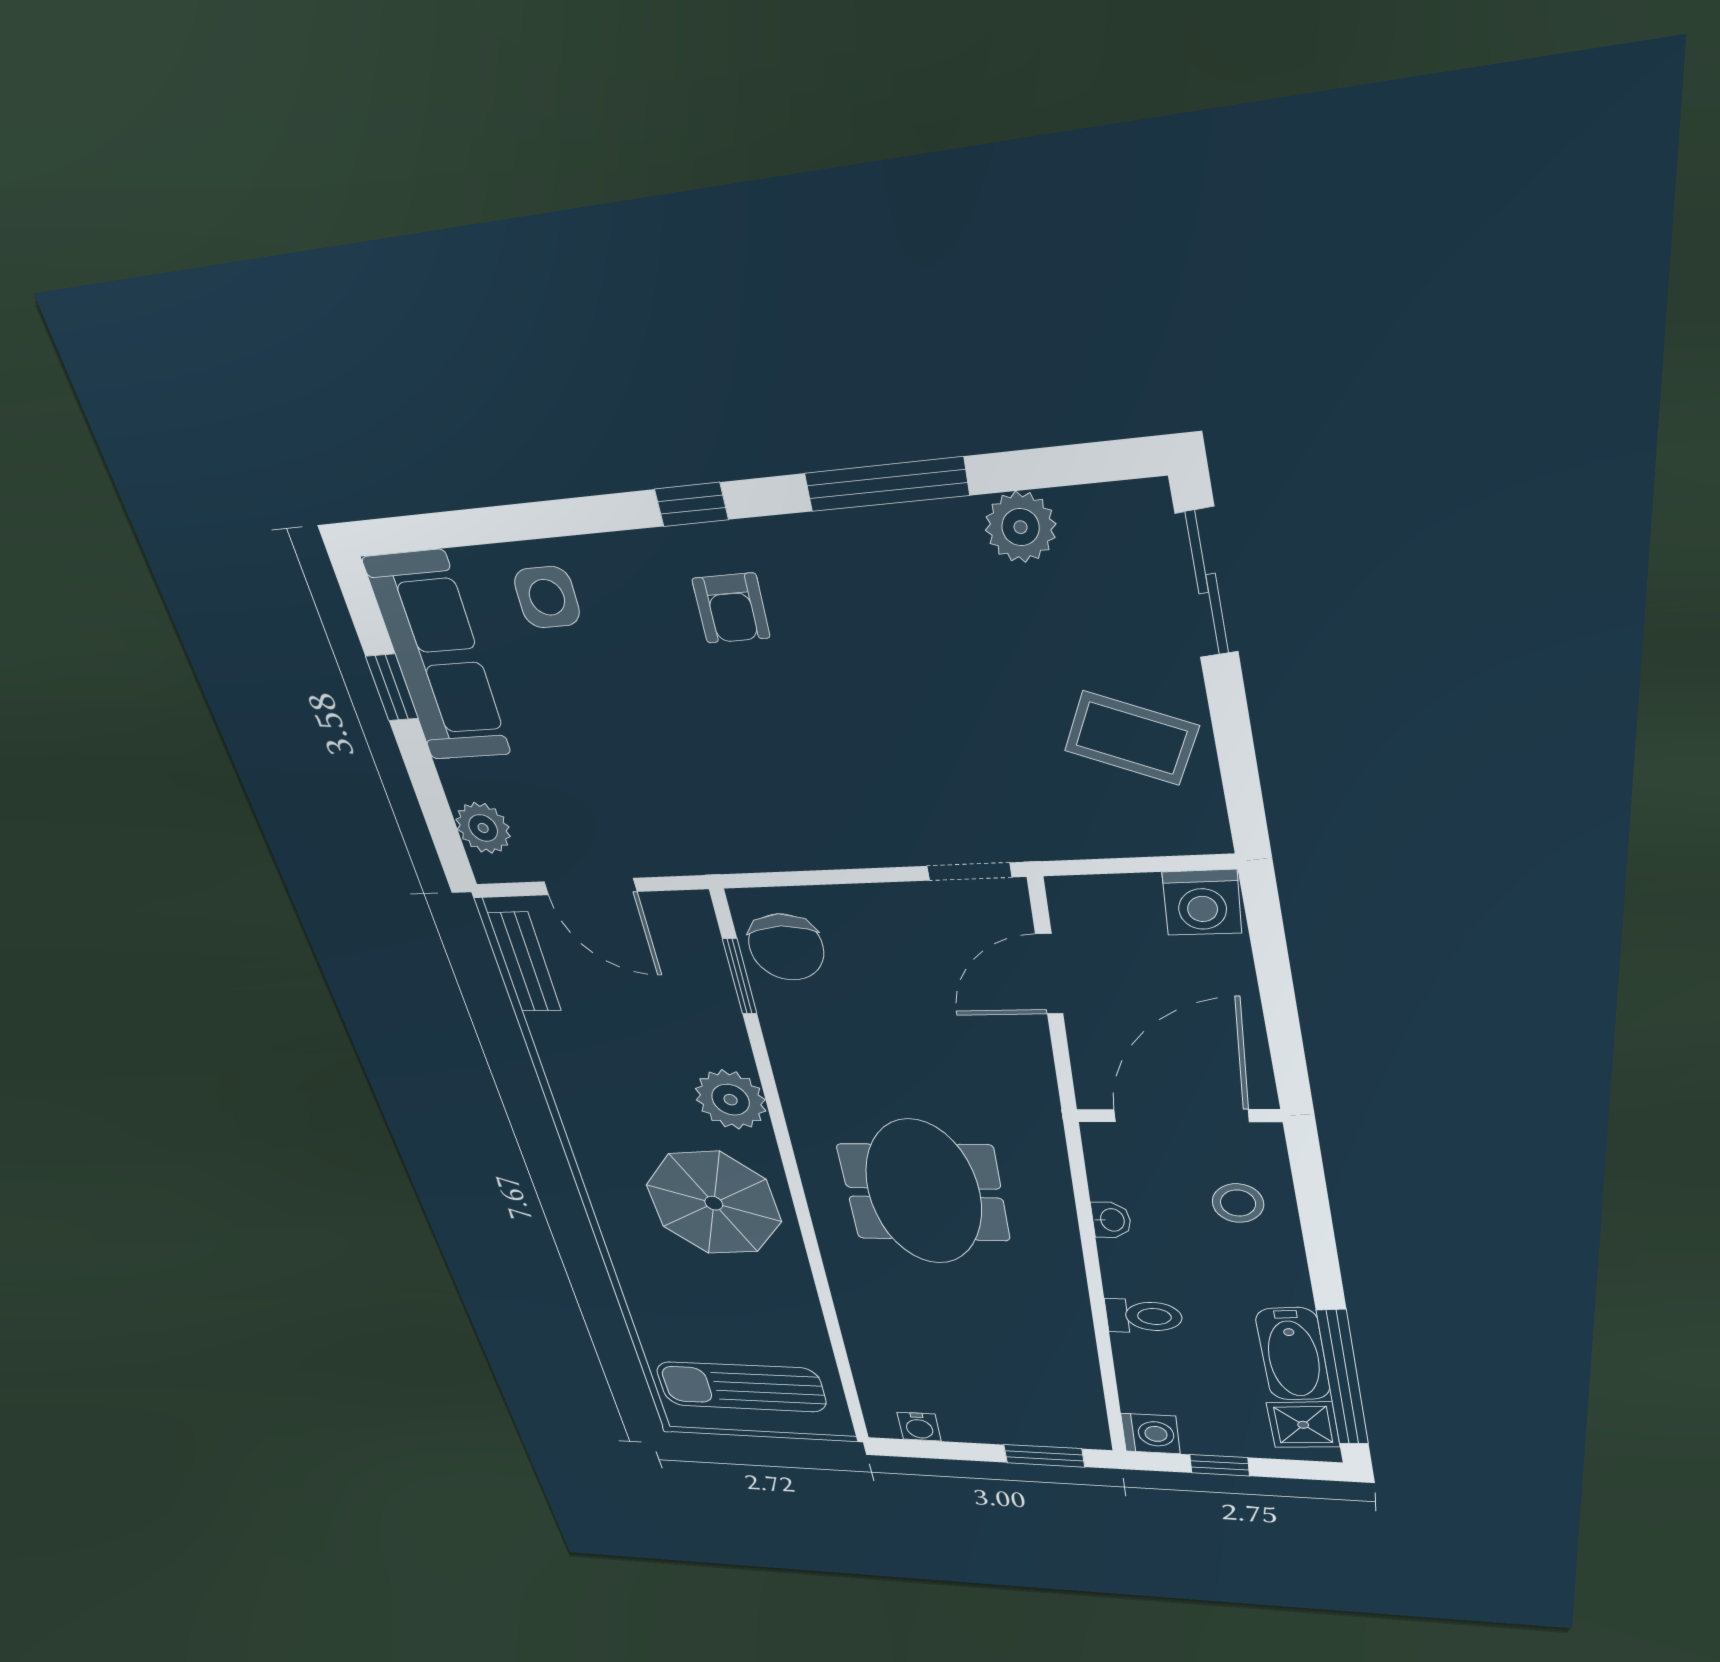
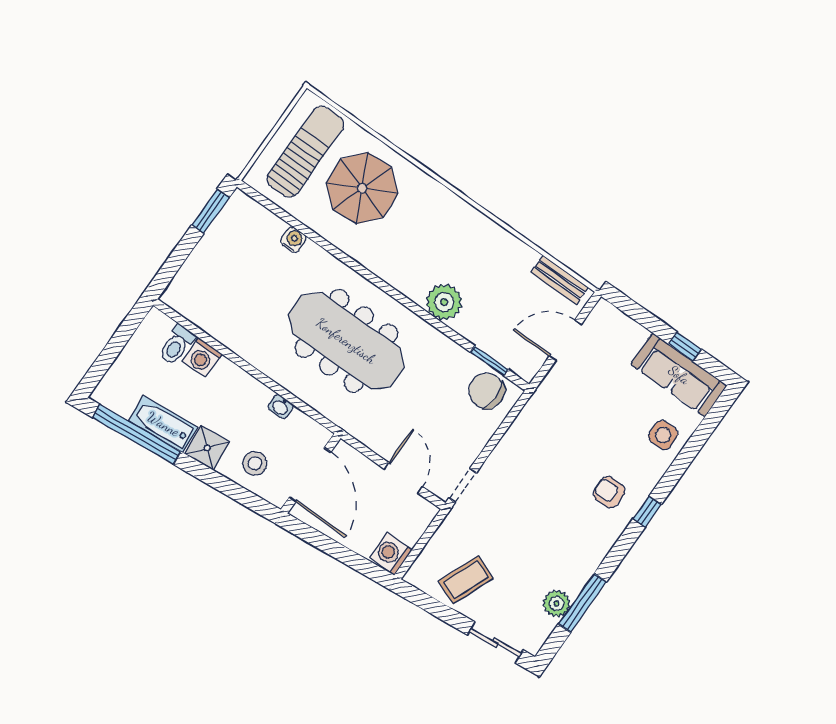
window: (887, 484) -> (582, 603), moved
plant: (483, 828) -> (617, 323), removed
meeting table: (924, 1193) -> (346, 341), width x1.36
parasol: (714, 1203) -> (362, 188), moved
toilet: (1144, 1316) -> (177, 345), moved
shower: (1303, 1425) -> (207, 448), moved
water cooler: (919, 1427) -> (293, 240), moved, turned 90
washing machine: (1151, 1434) -> (202, 358), moved
window: (1044, 1456) -> (210, 211), moved
window: (1220, 1465) -> (119, 341), removed

